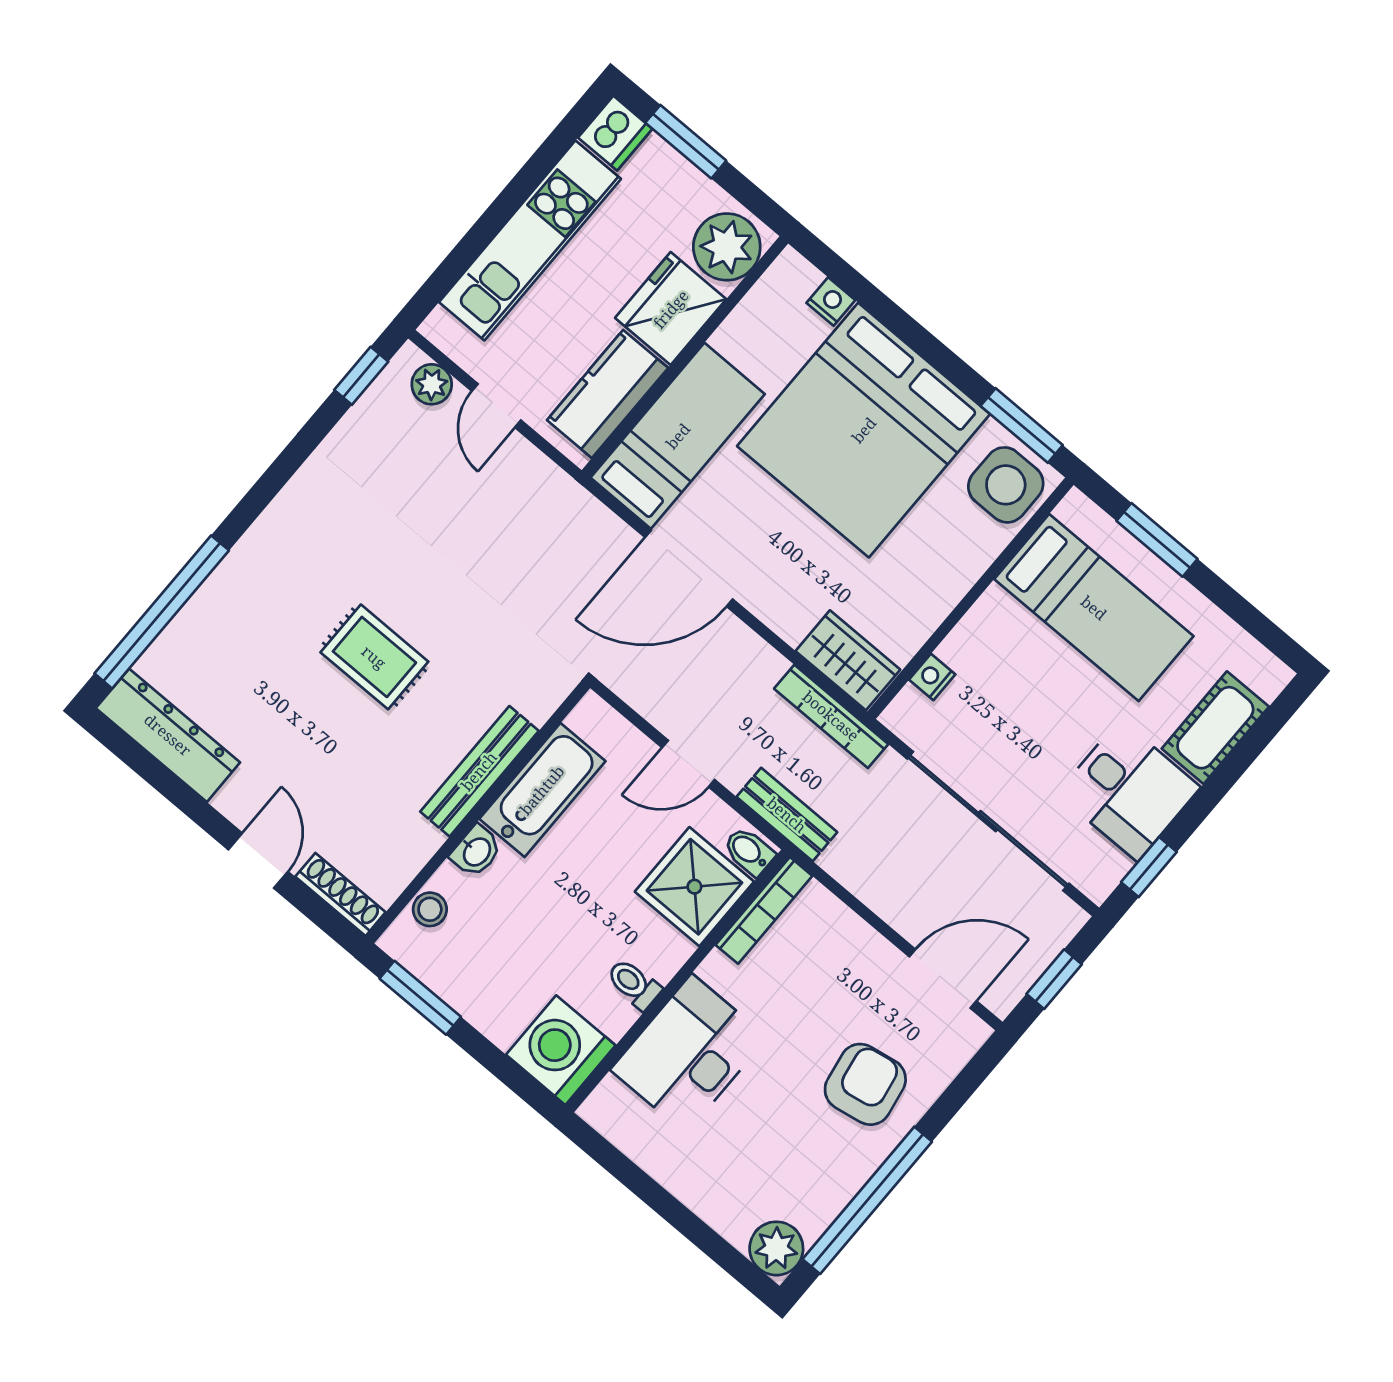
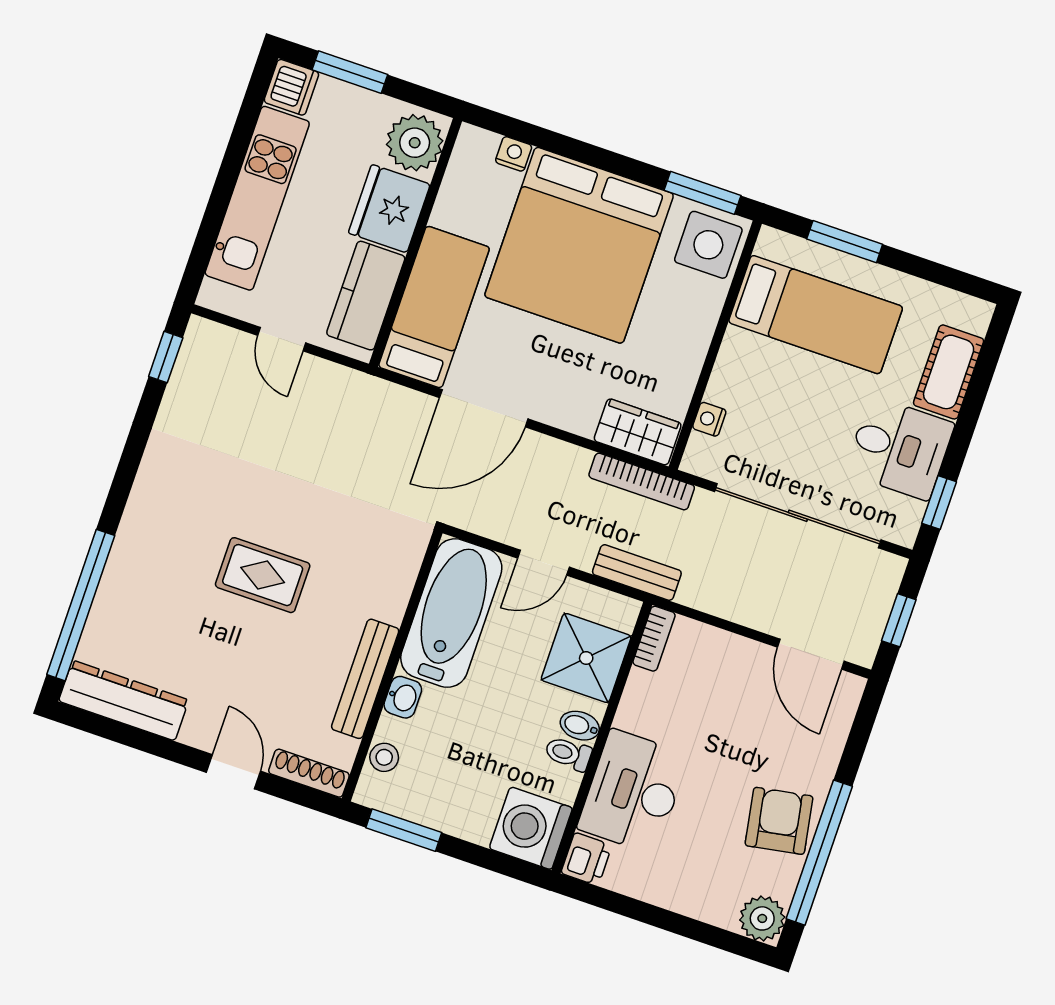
plant: (432, 384) -> (224, 342), removed
bench: (479, 771) -> (365, 679), moved
bathtub: (542, 790) -> (451, 613), width x1.36, depth x1.36
bidet: (749, 851) -> (580, 726), moved
bookcase: (764, 910) -> (654, 639), width x0.64
door: (943, 979) -> (811, 654), swing flipped
armchair: (865, 1084) -> (779, 821), moved
printer: (609, 1108) -> (586, 859), added

